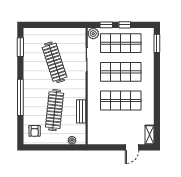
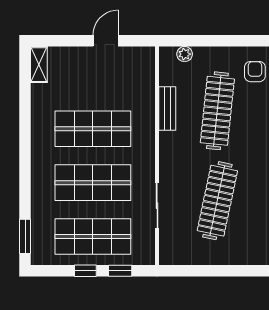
plant: (93, 34) -> (145, 255), removed
clothes rail: (55, 62) -> (217, 201), turned 30
door: (132, 147) -> (106, 41), moved

